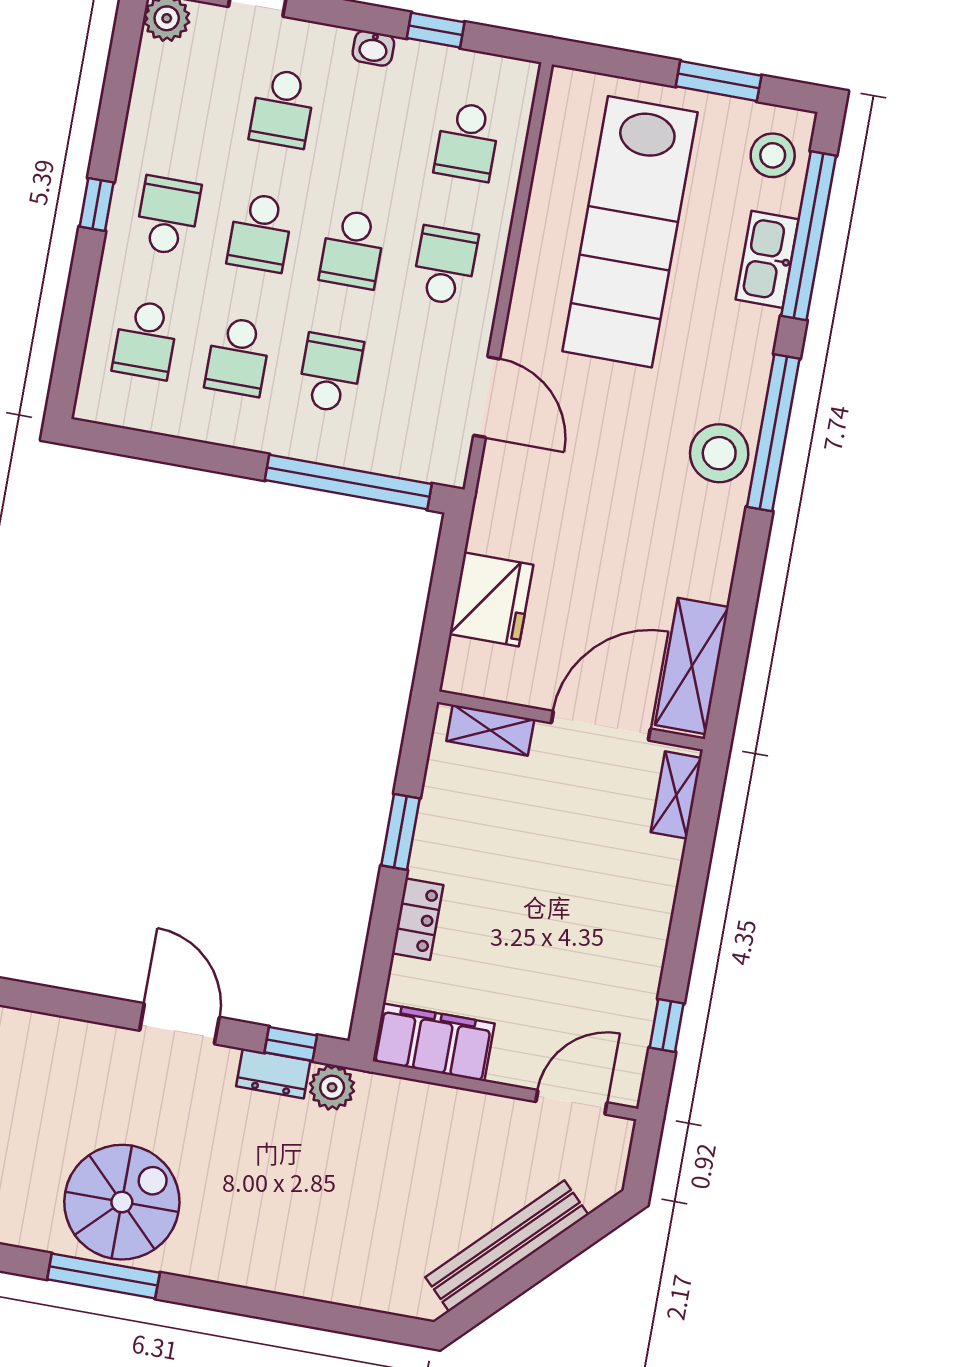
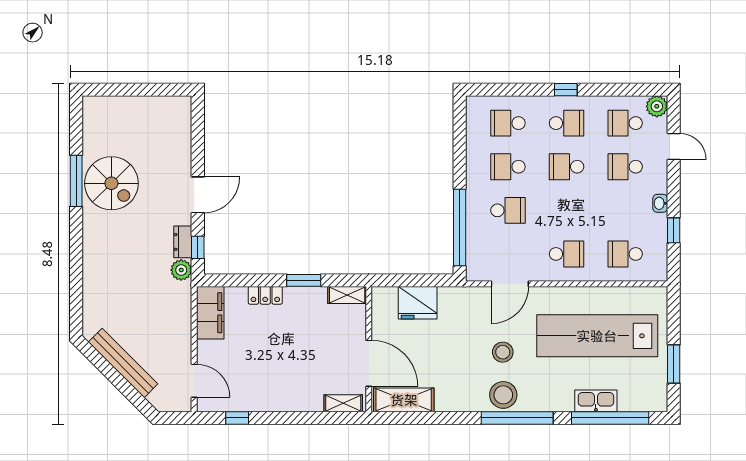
stool: (773, 155) -> (503, 352), moved
school desk: (353, 249) -> (625, 123), moved
shelving: (490, 730) -> (347, 295), moved, turned 90

